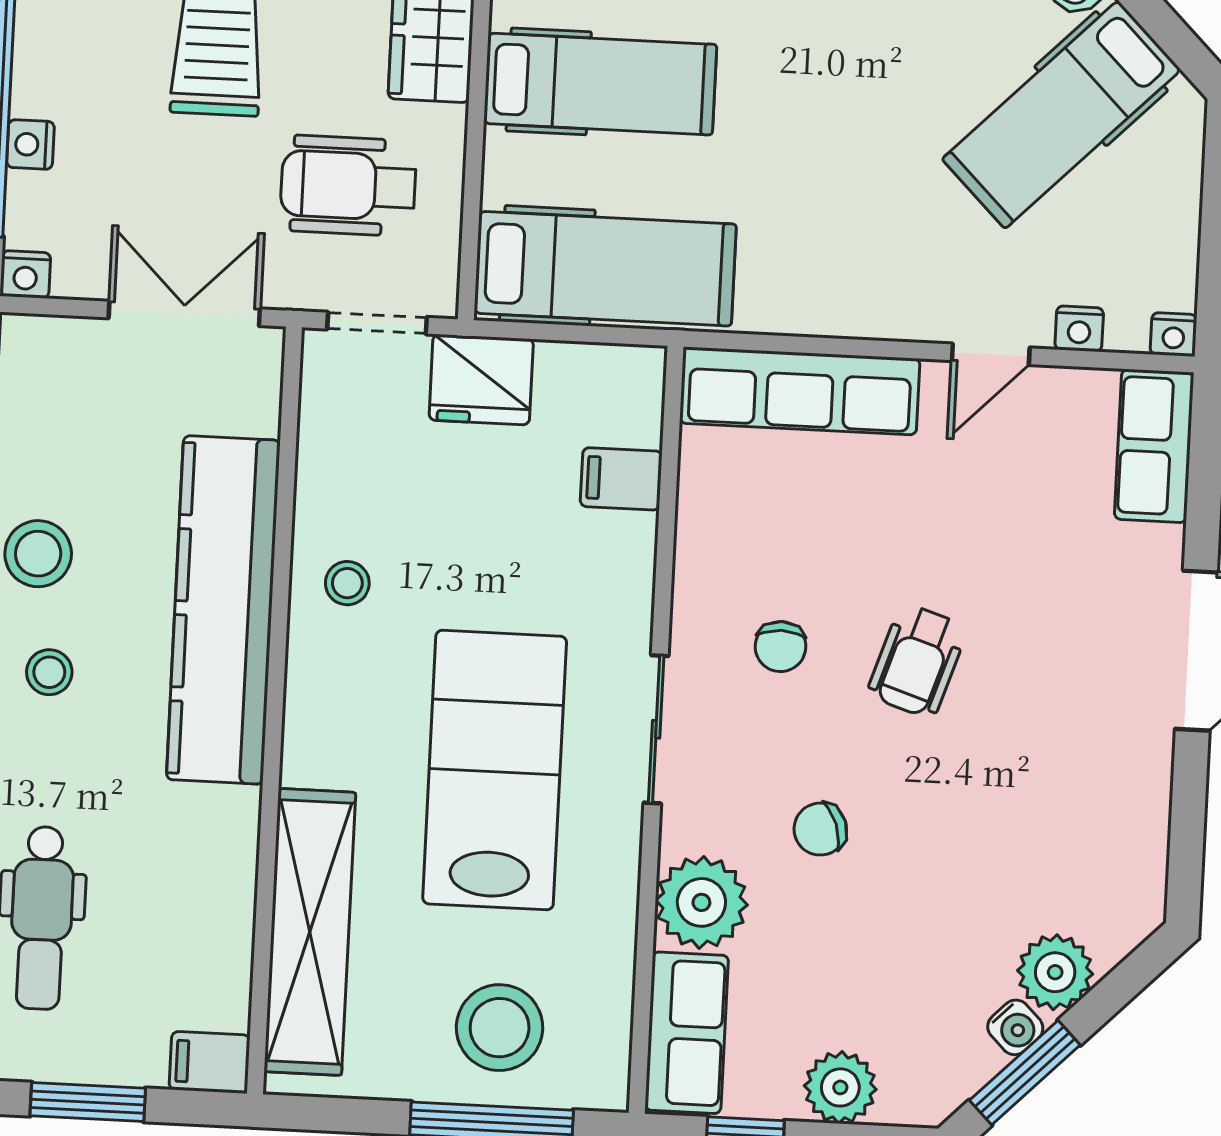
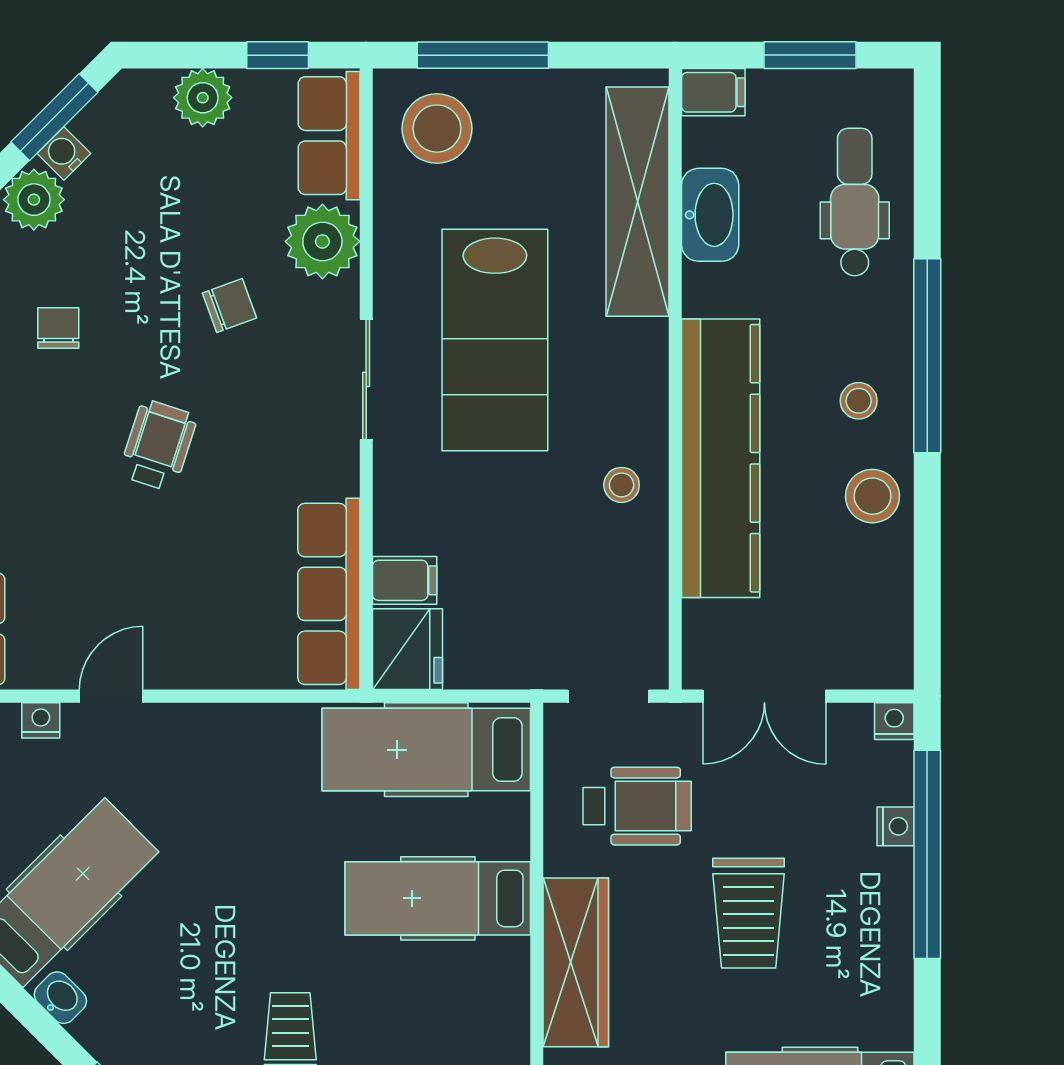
fridge: (481, 380) -> (407, 649), moved, turned 90
row of seats: (800, 391) -> (329, 594), moved, turned -90
chair: (781, 647) -> (58, 328), moved
washbasin: (221, 911) -> (710, 215), added
stool: (500, 1028) -> (437, 129), moved

